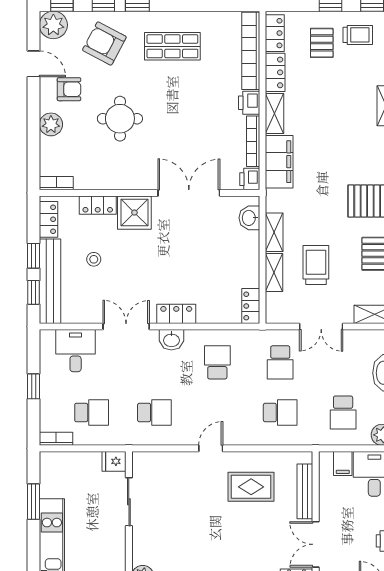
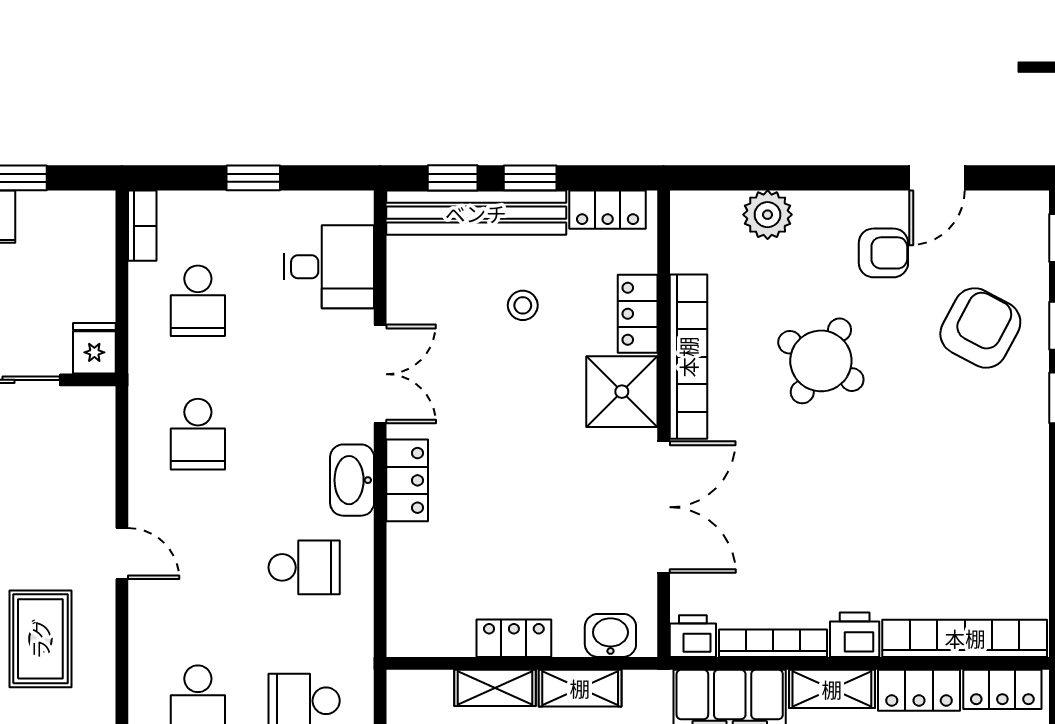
plant: (53, 25) -> (1020, 220), removed
shop shelf: (172, 46) -> (974, 472), removed
armchair: (69, 89) -> (883, 253), turned -90
round table: (120, 119) -> (821, 361), turned 31
plant: (51, 124) -> (768, 215), moved
bookcase: (56, 183) -> (688, 357), moved, width x2.31, depth x1.31
locker: (251, 306) -> (514, 638), moved
washbasin: (171, 340) -> (352, 480), width x1.38

